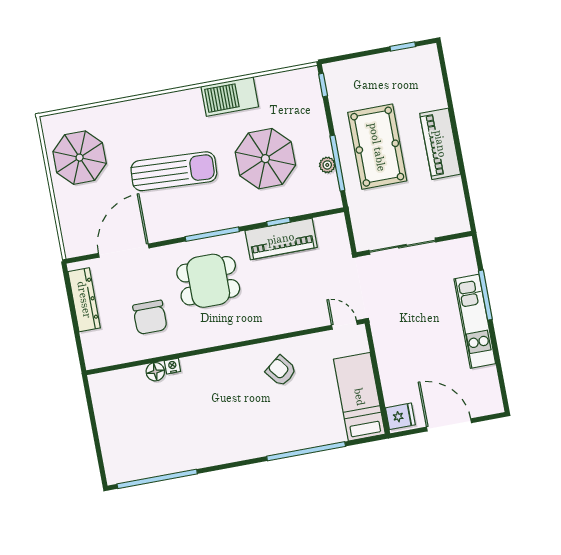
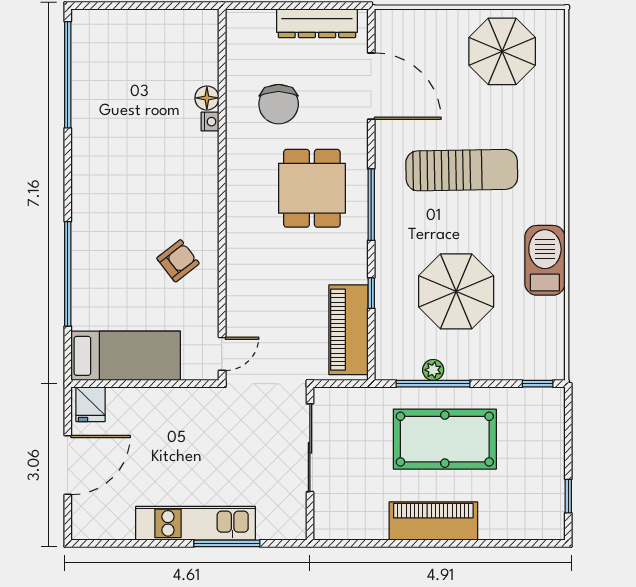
sun lounger: (174, 171) -> (462, 170), turned -94
piano: (281, 239) -> (348, 330), moved
chair: (150, 317) -> (279, 104), turned -90

